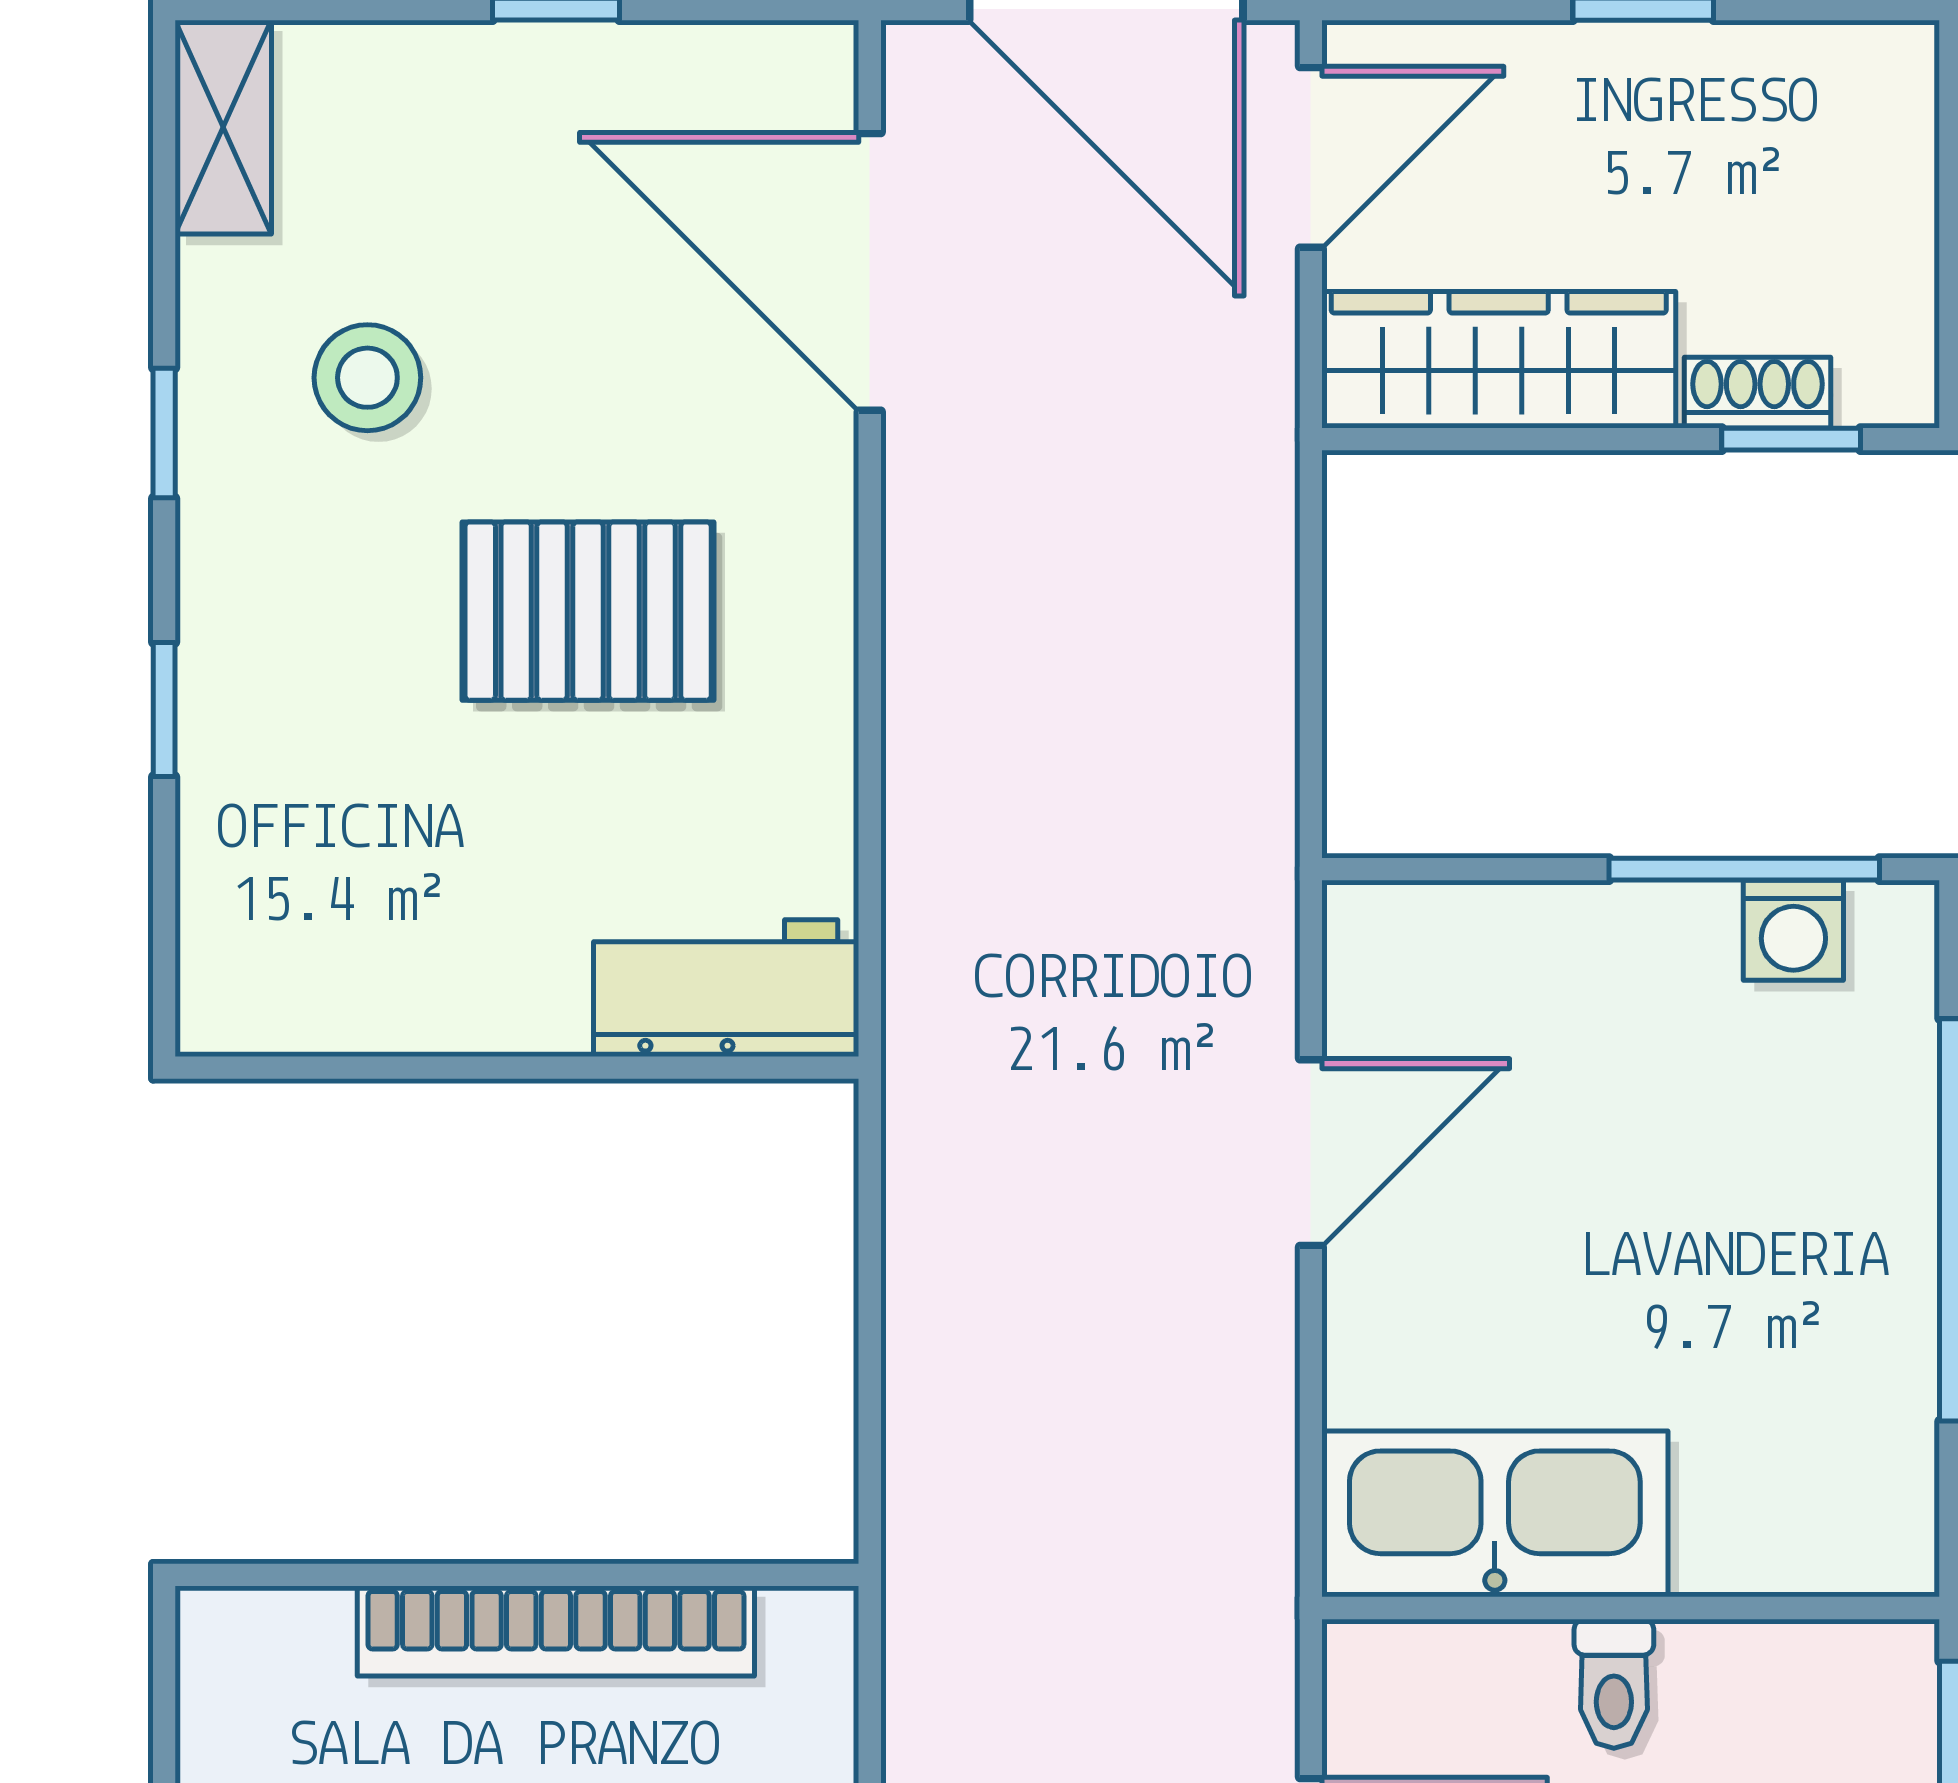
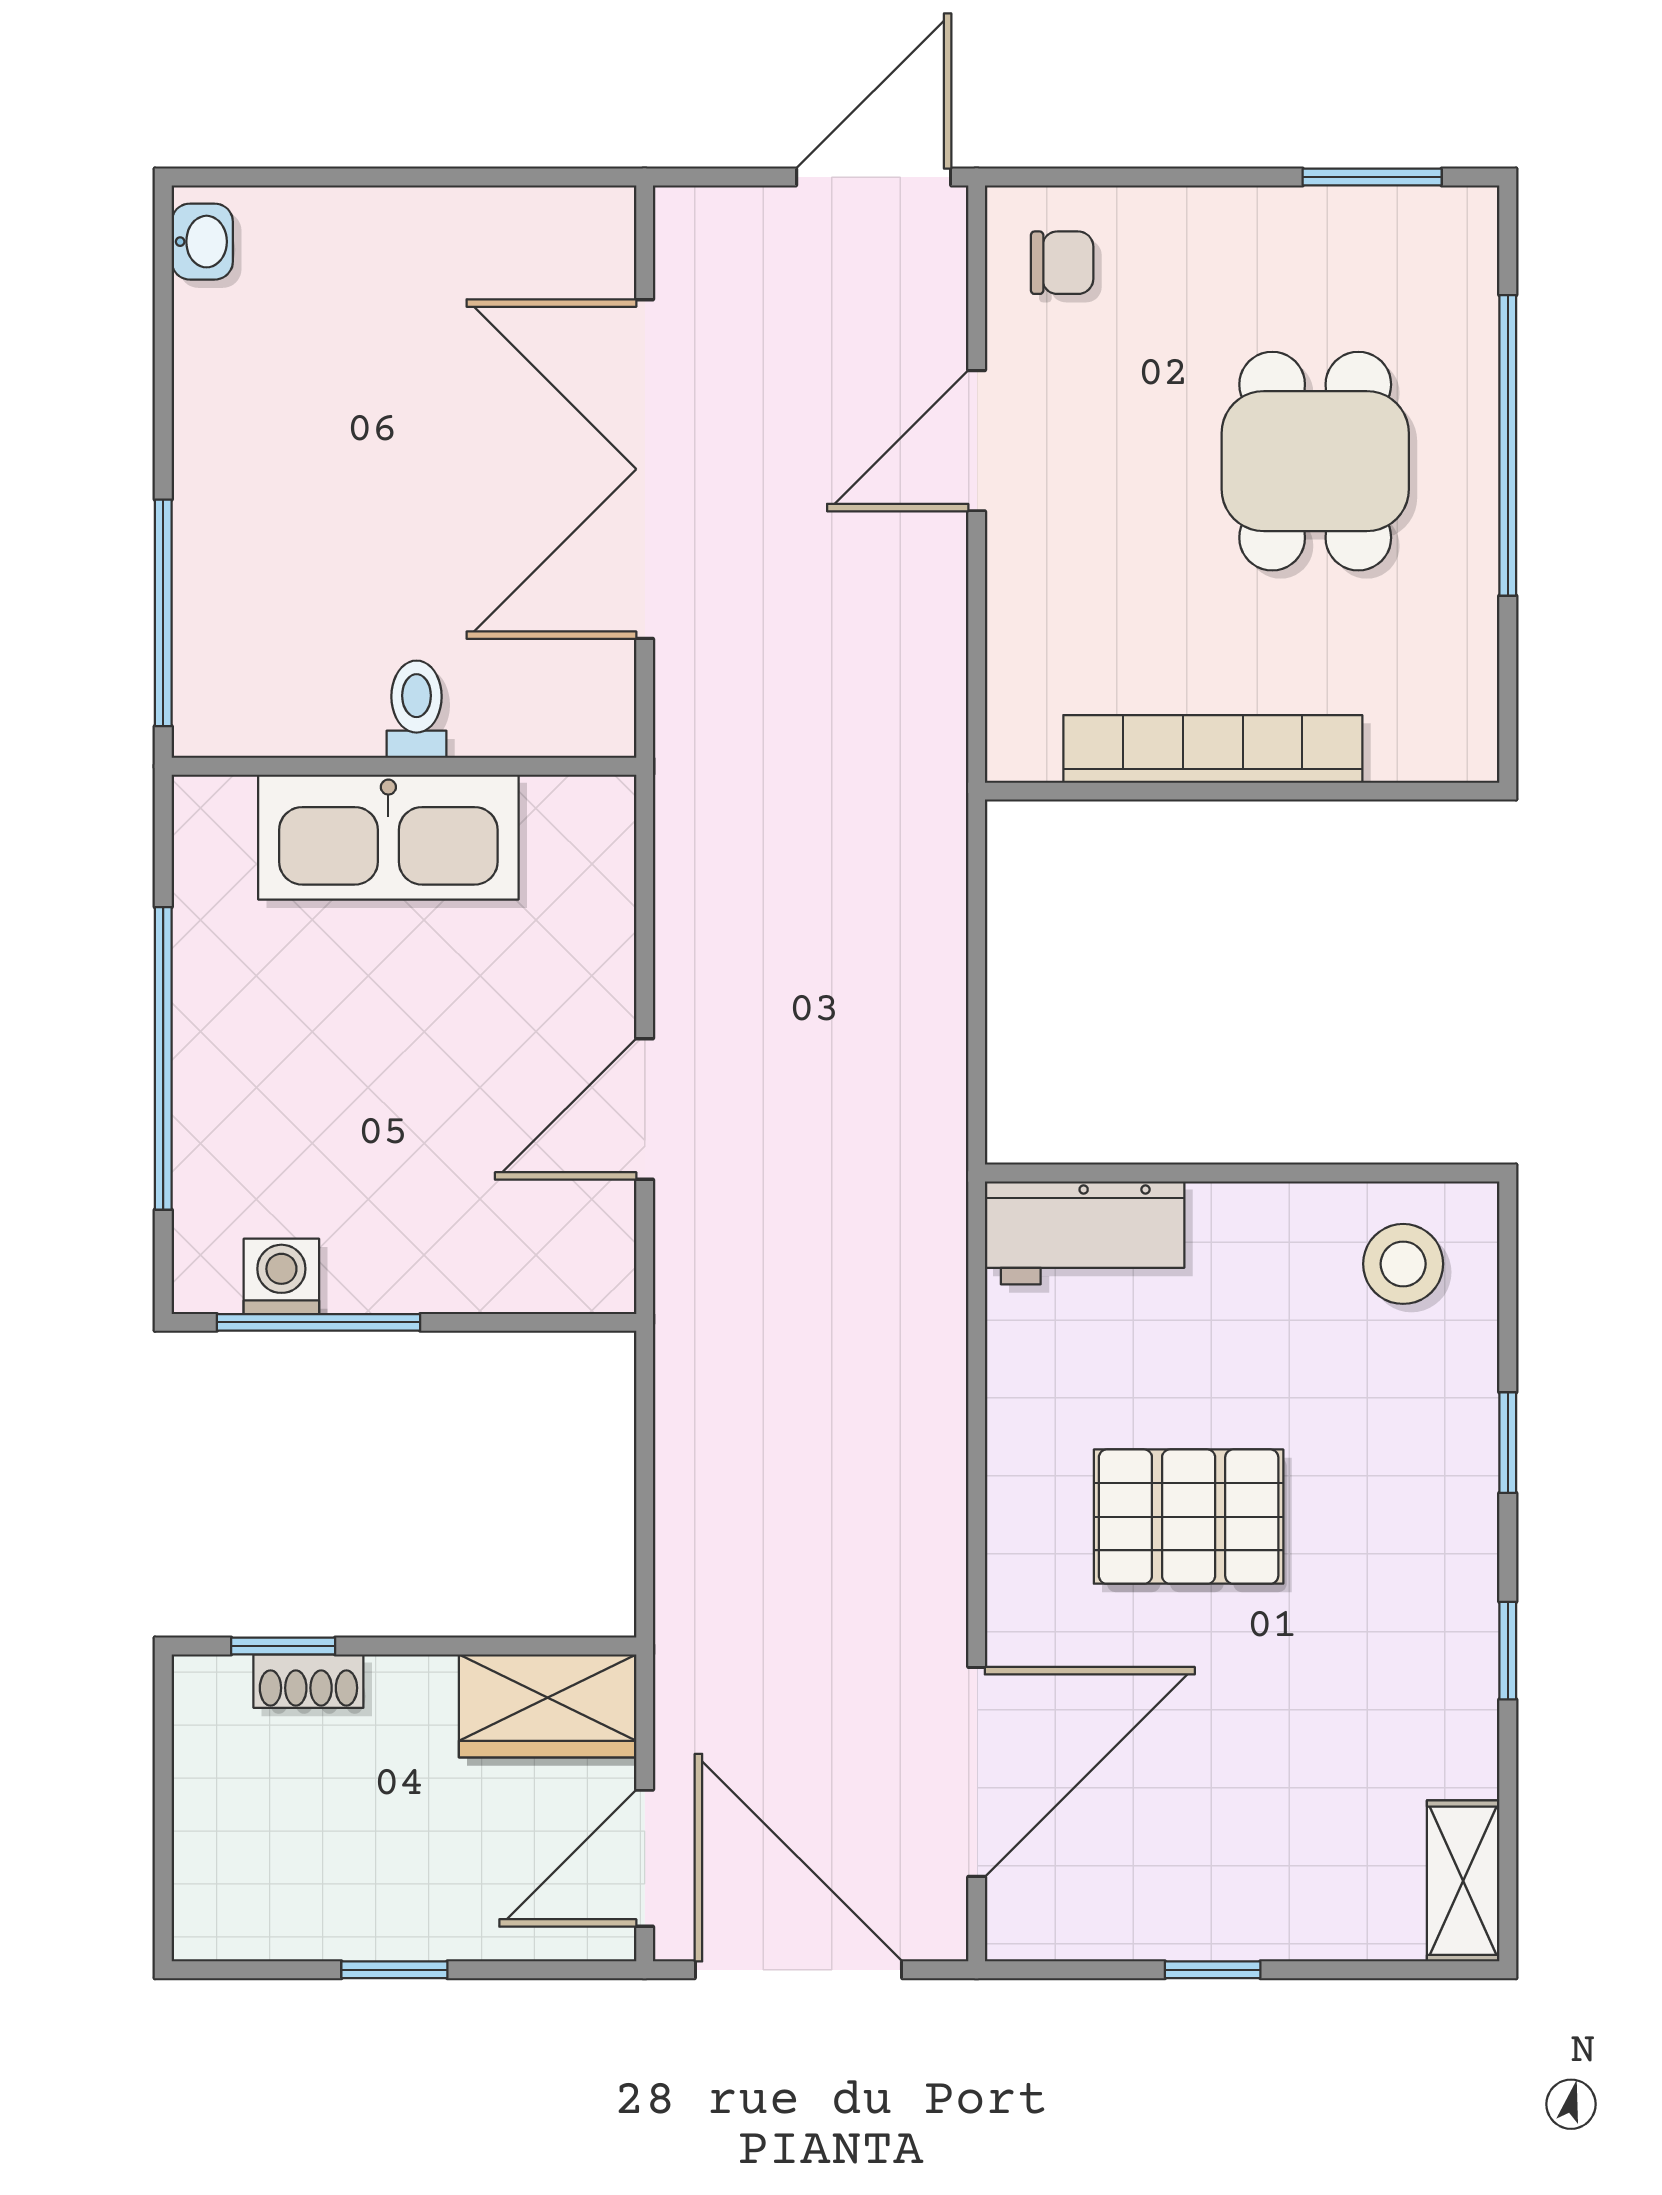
door: (870, 272) -> (977, 1772), hinge flipped
wardrobe: (1499, 360) -> (548, 1706), width x0.67
stool: (367, 378) -> (1403, 1264), moved
kitchen sink: (1495, 1514) -> (388, 837), moved

